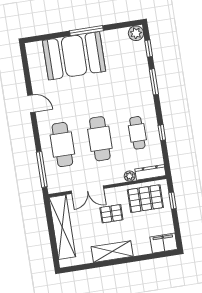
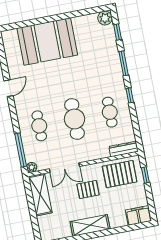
window: (86, 31) -> (58, 17), removed
door: (31, 104) -> (9, 88), hinge flipped
window: (162, 133) -> (130, 95), moved
cafe table: (62, 145) -> (39, 126), width x0.73, depth x0.74
plant: (130, 176) -> (32, 167), moved
shelving: (62, 227) -> (40, 195), width x0.68

